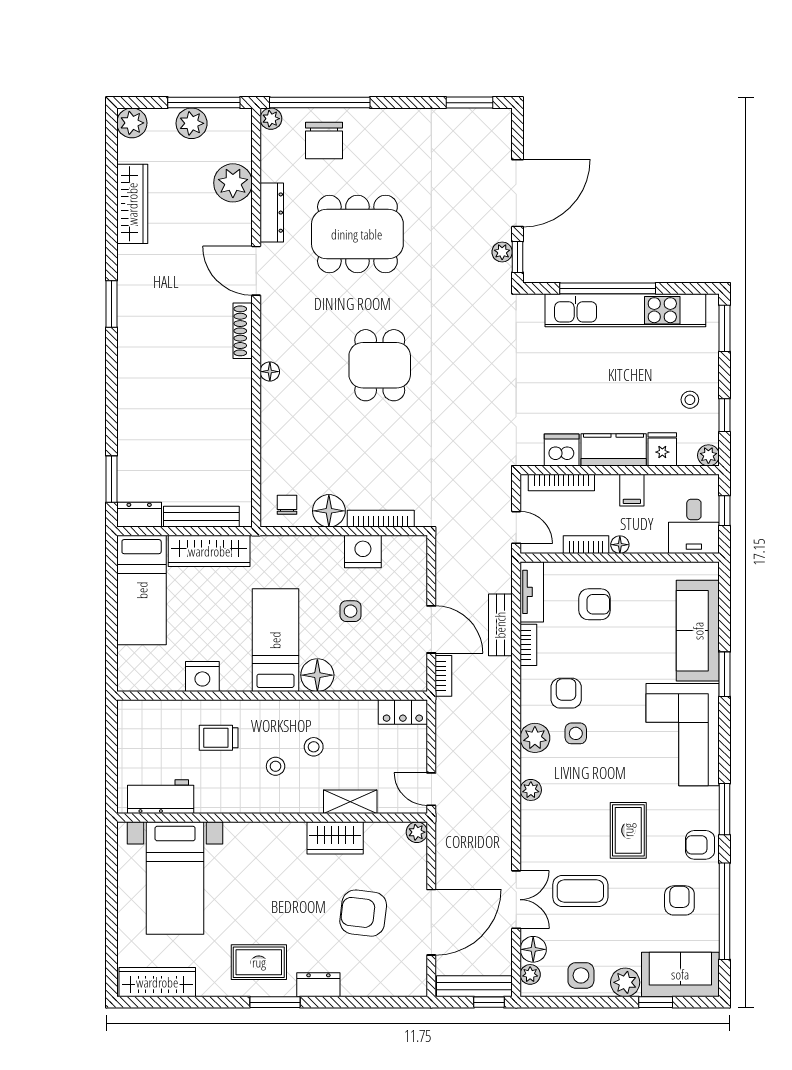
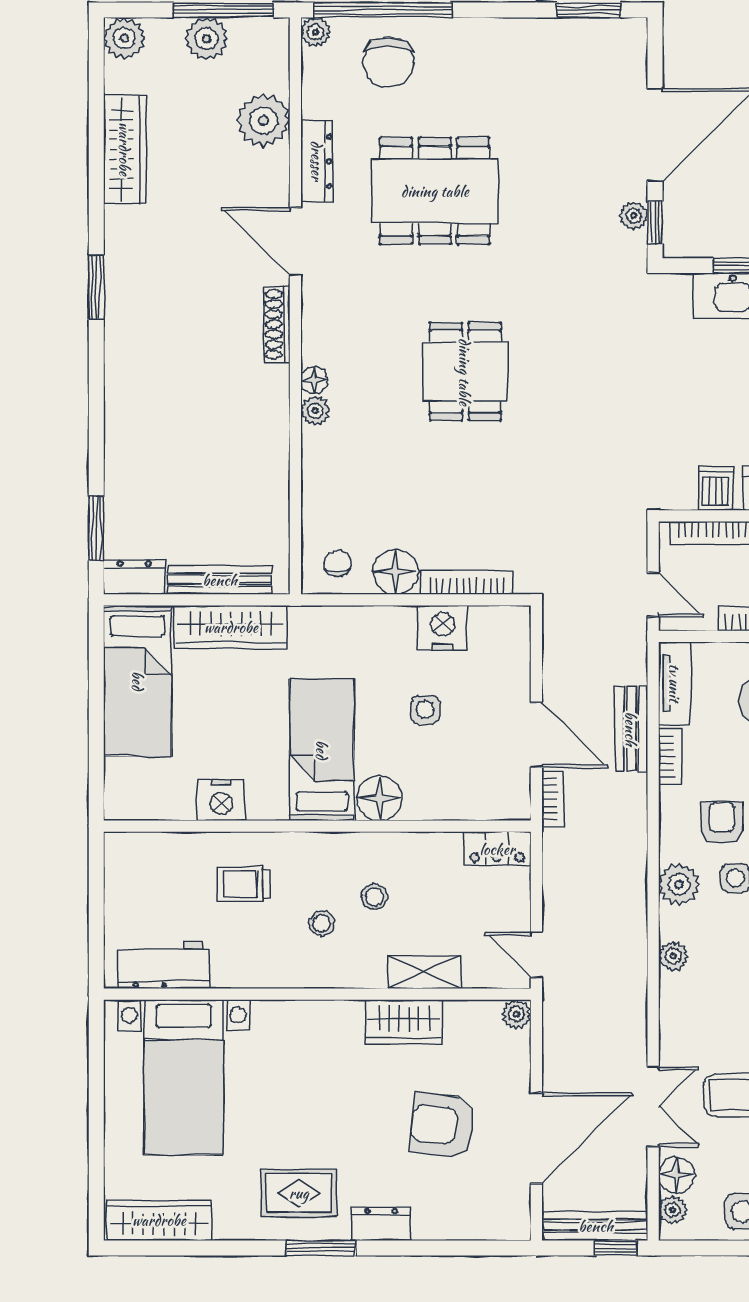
plant: (271, 394) -> (315, 411), added
dishwasher: (562, 450) -> (716, 488), width x0.73

